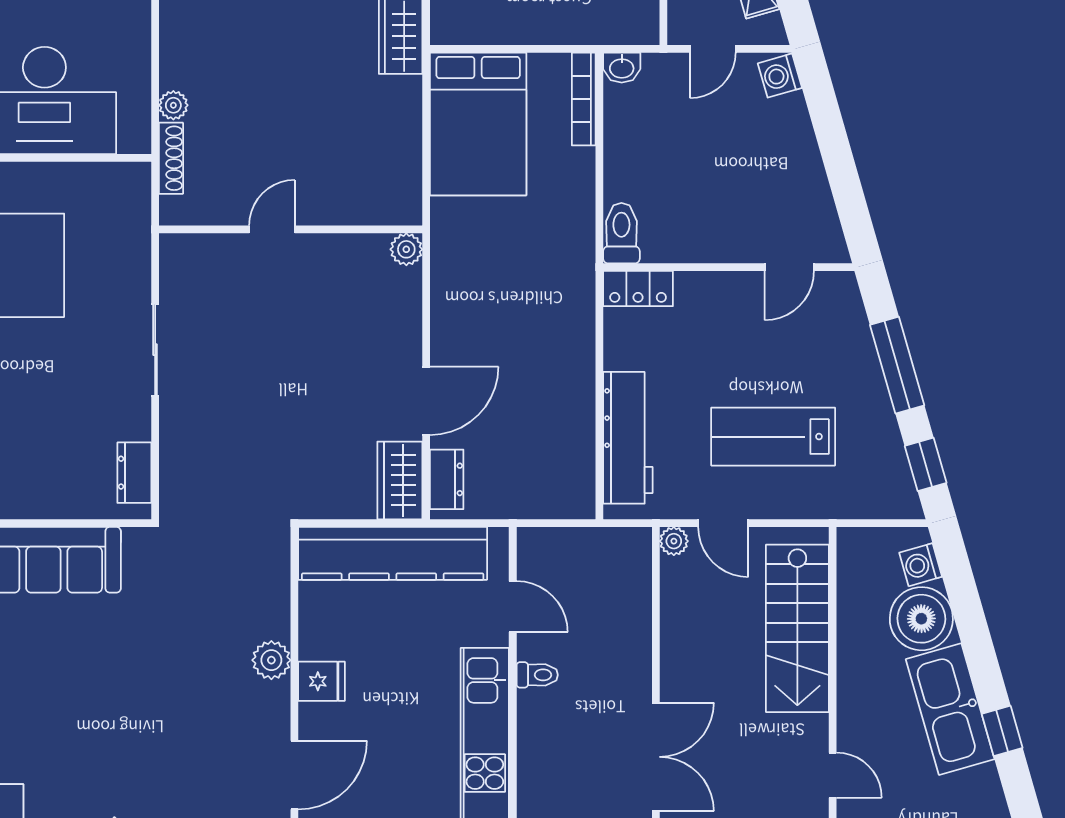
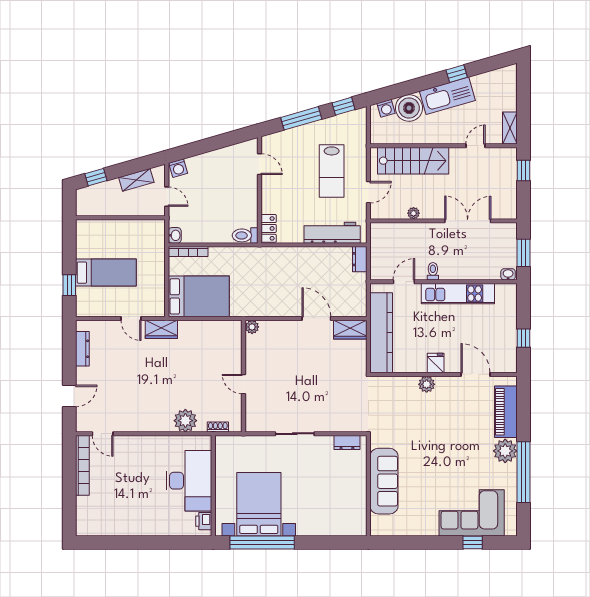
plant: (173, 105) -> (185, 421), width x1.88, depth x1.88
shoe rack: (171, 158) -> (218, 427), width x0.70
dresser: (447, 479) -> (360, 259), moved, turned -90
plant: (674, 541) -> (414, 213), moved

